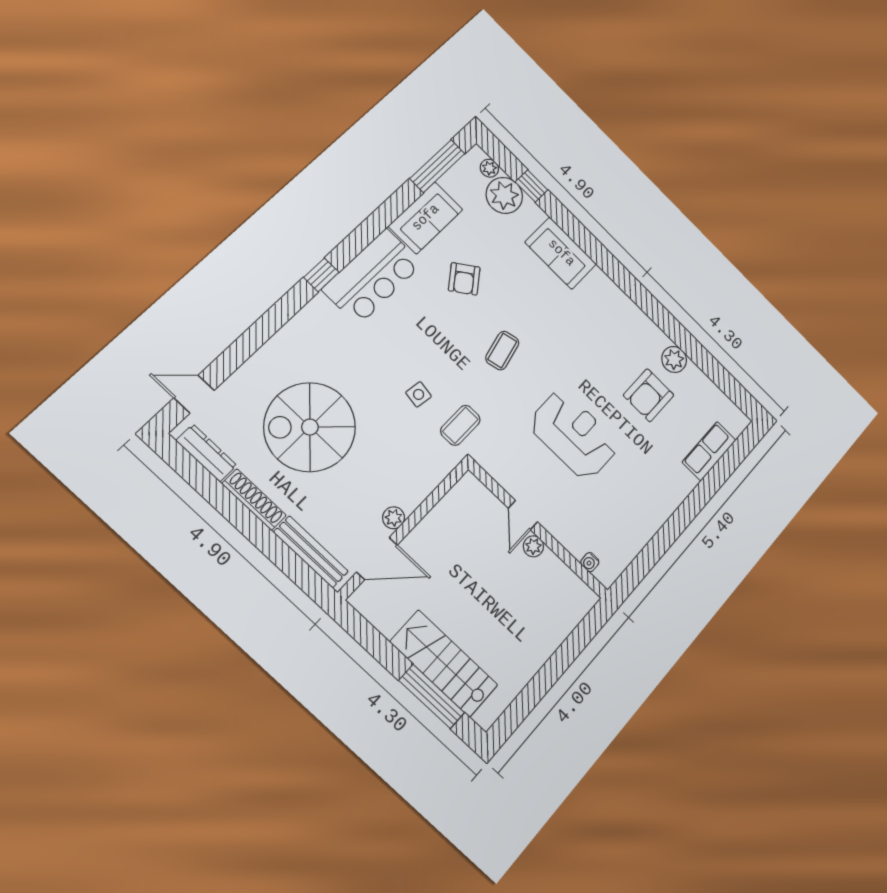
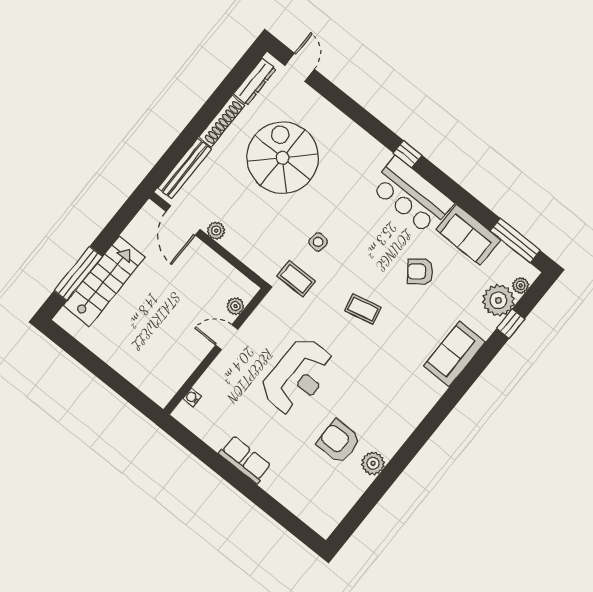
row of seats: (709, 451) -> (245, 460), moved
plant: (533, 546) -> (235, 306), moved

